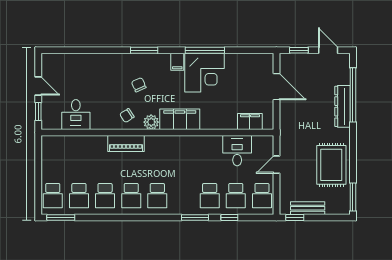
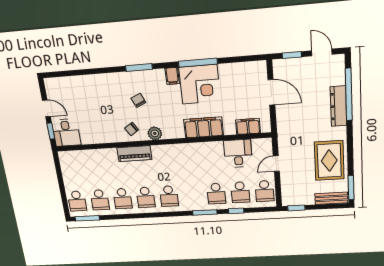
desk: (76, 114) -> (66, 133), moved
filing cabinet: (180, 119) -> (204, 127), moved
bench: (308, 208) -> (331, 198), moved

